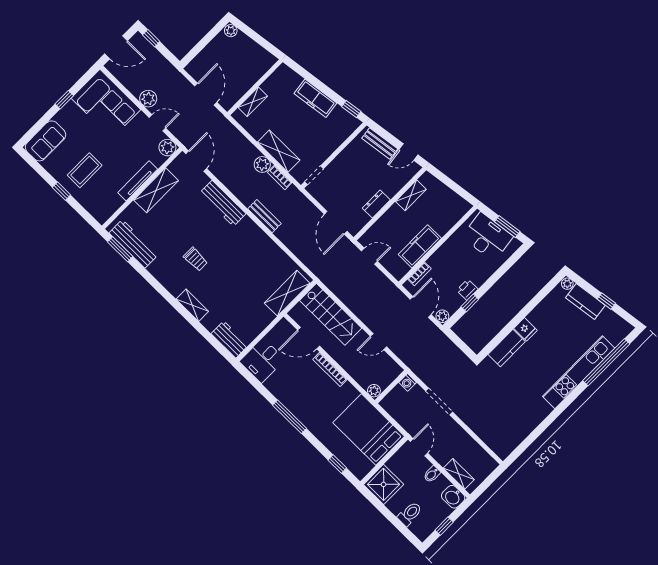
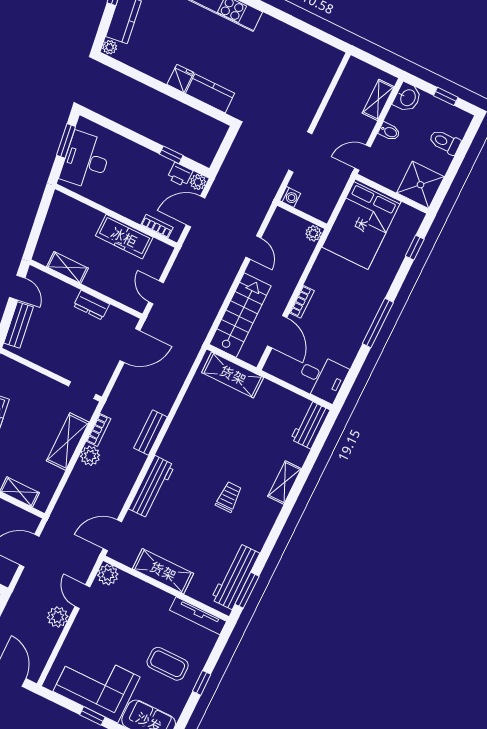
corner sofa: (106, 104) -> (97, 684), moved, turned -90
tv unit: (138, 181) -> (198, 616), moved
printer: (467, 290) -> (180, 175), moved
bookcase: (330, 369) -> (302, 302), width x0.64

